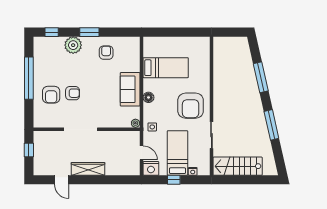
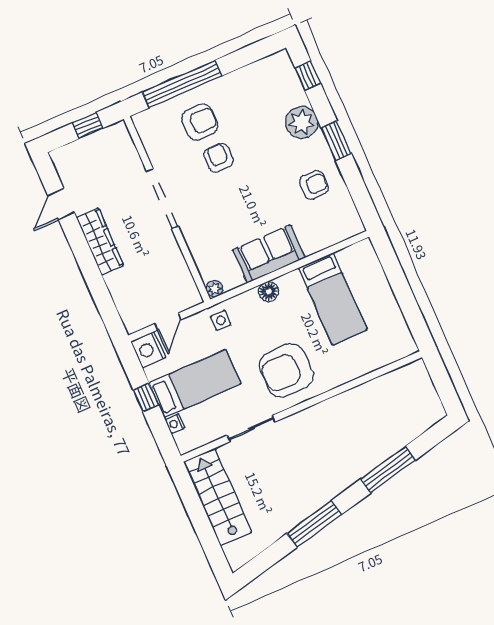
window: (29, 78) -> (182, 84), moved
armchair: (73, 93) -> (219, 158), turned 180
armchair: (51, 95) -> (200, 122), turned 180

